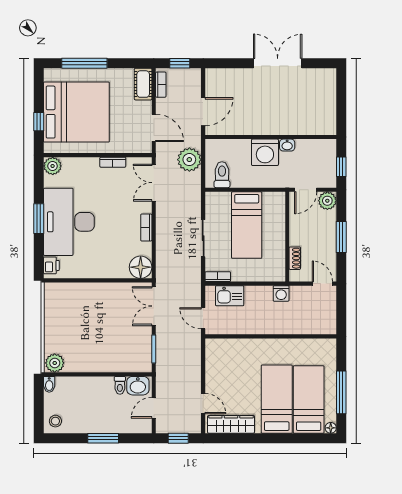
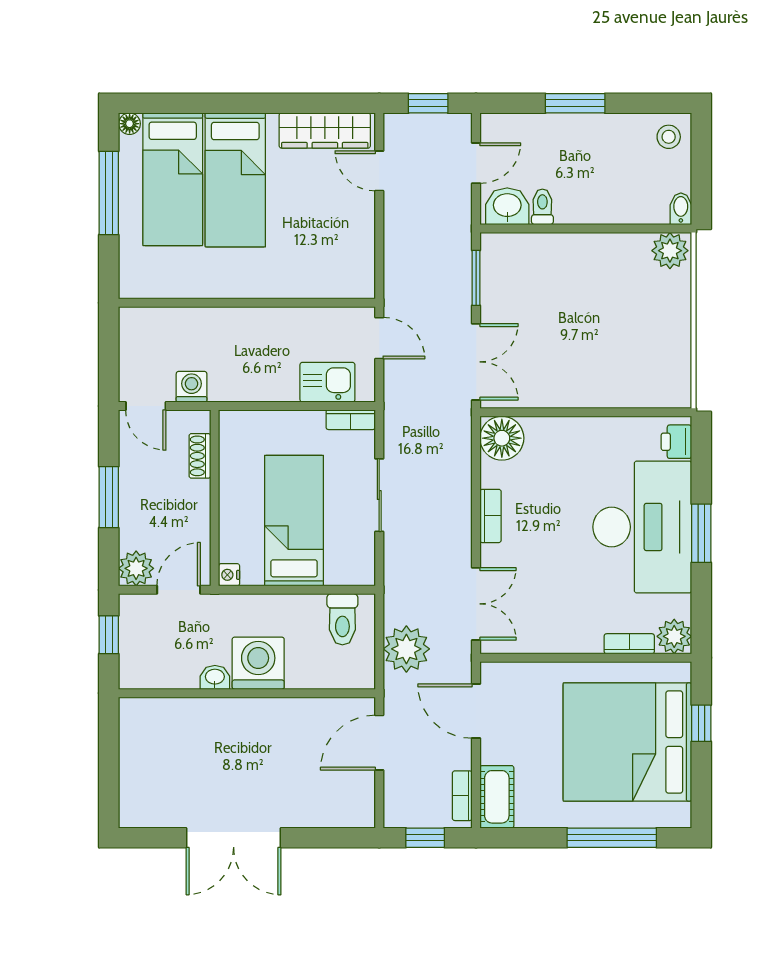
bookcase: (113, 162) -> (629, 644), moved
nightstand: (280, 197) -> (229, 575), added
washing machine: (281, 293) -> (192, 387), moved

